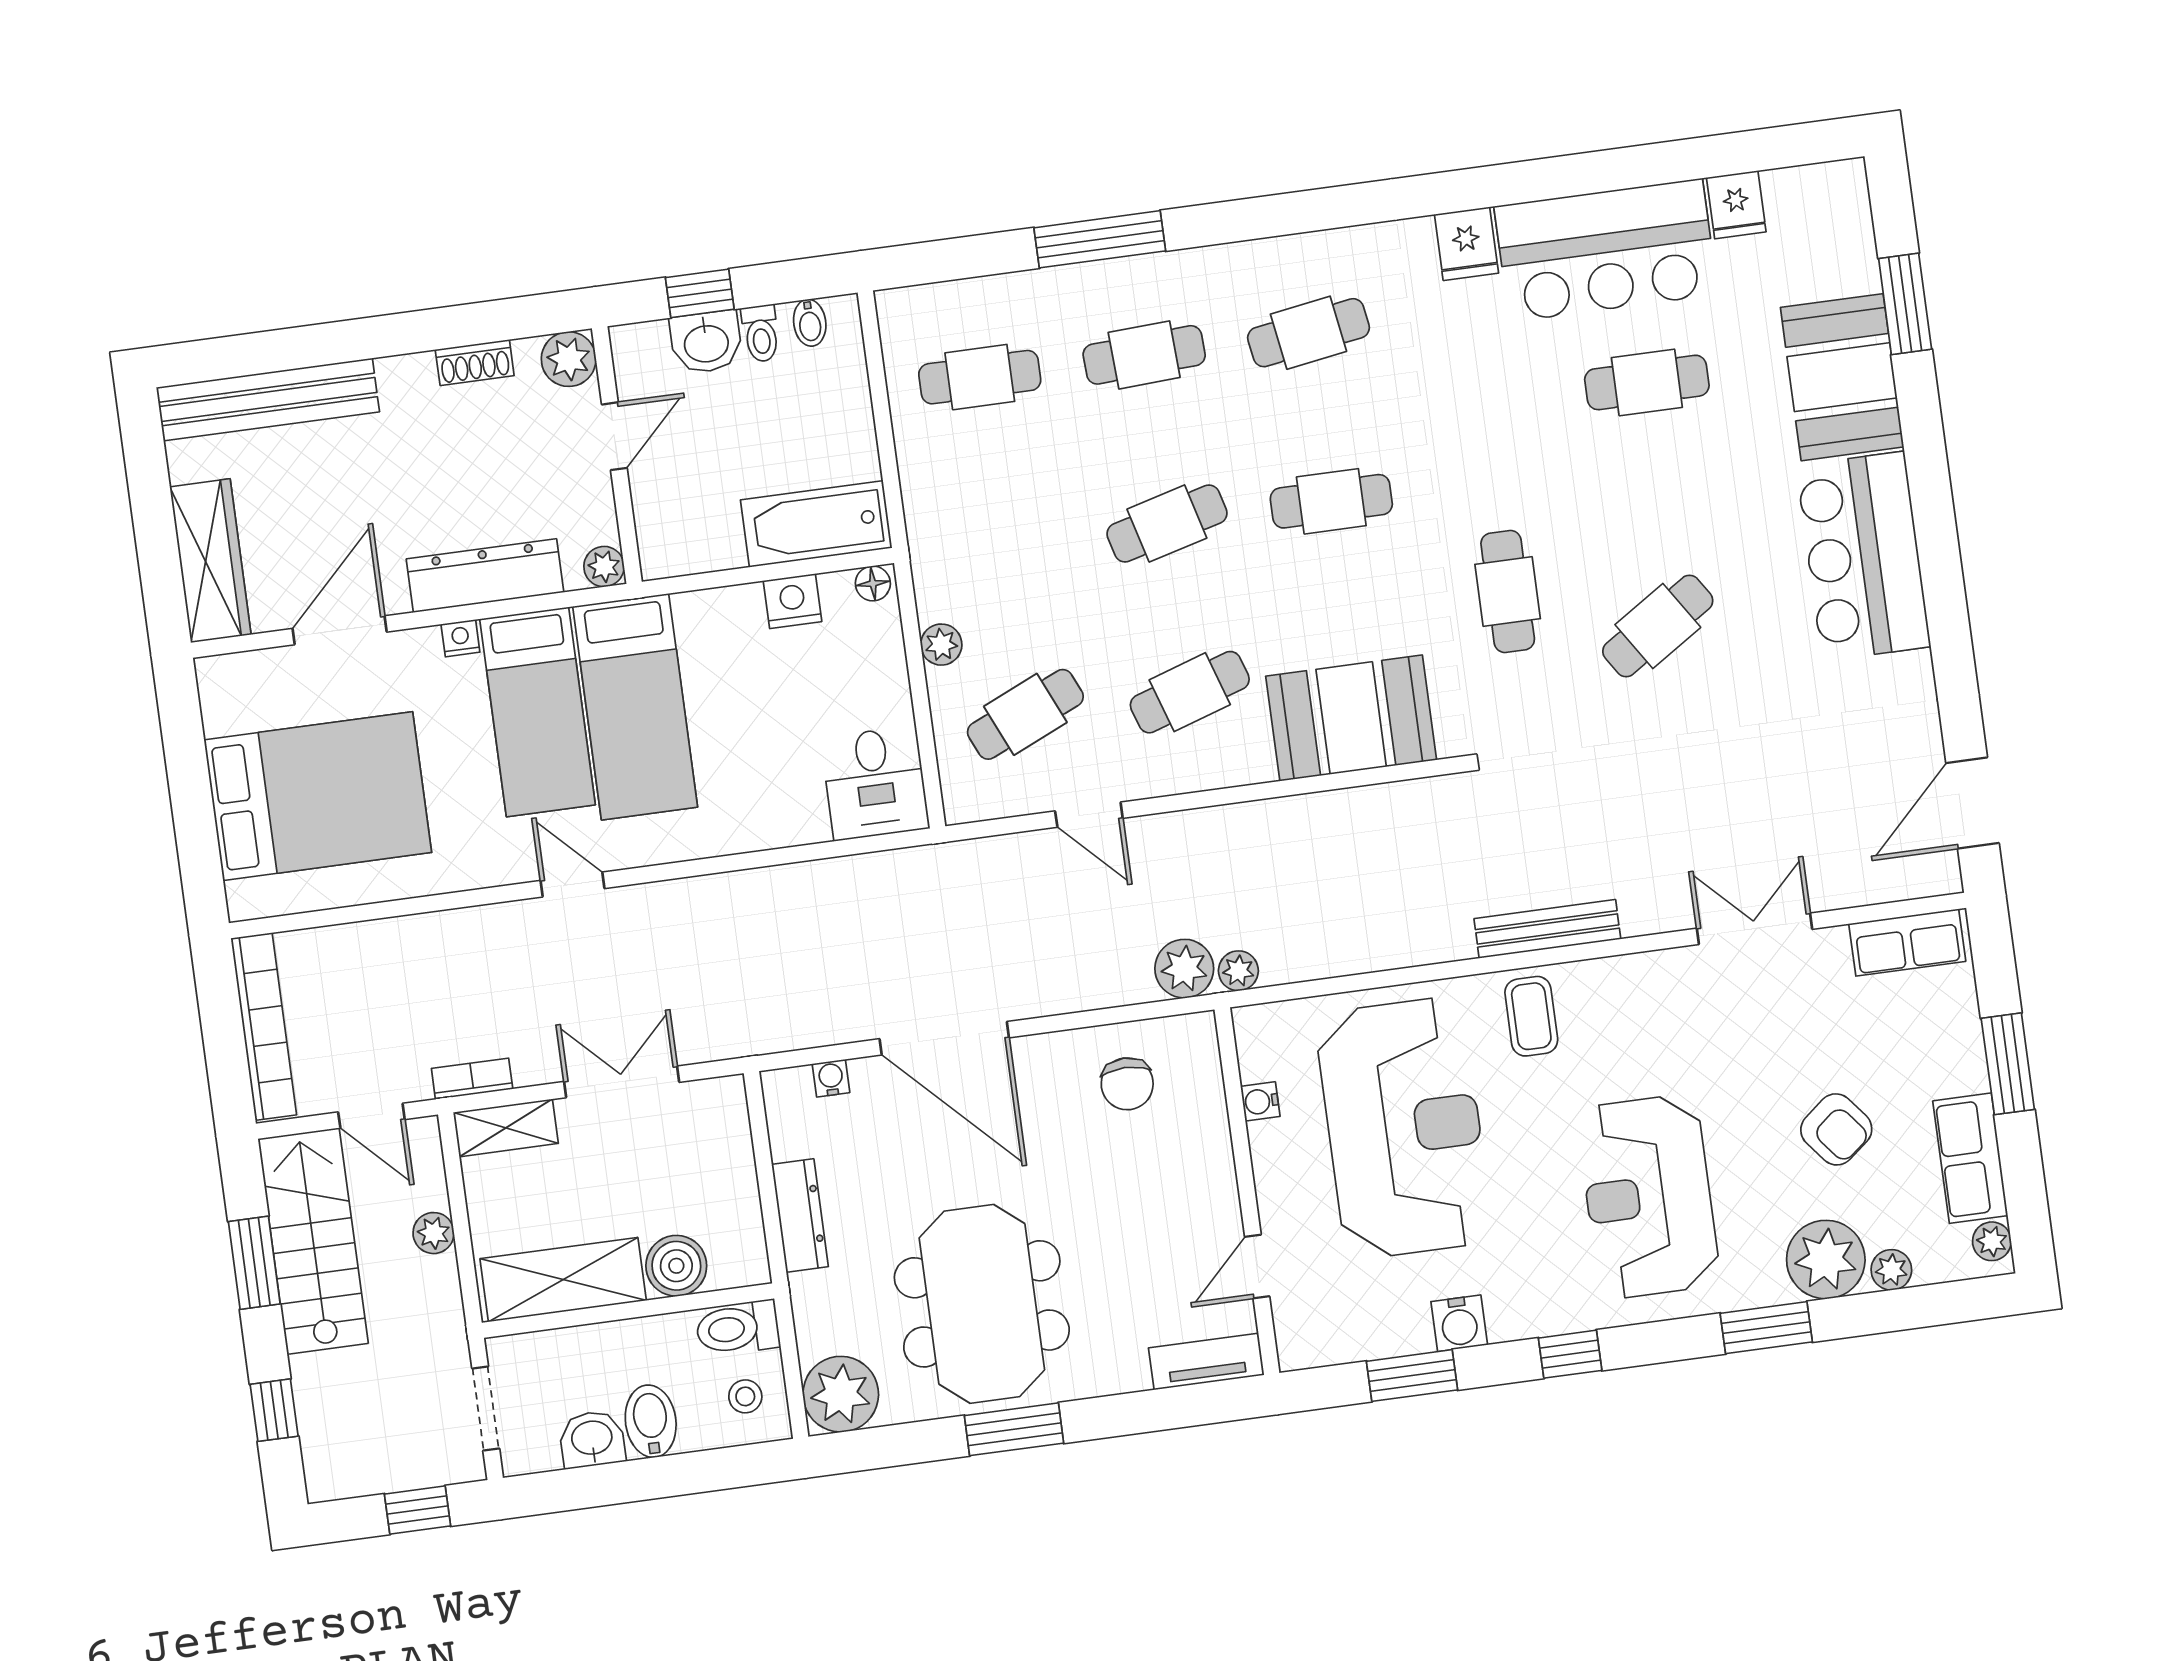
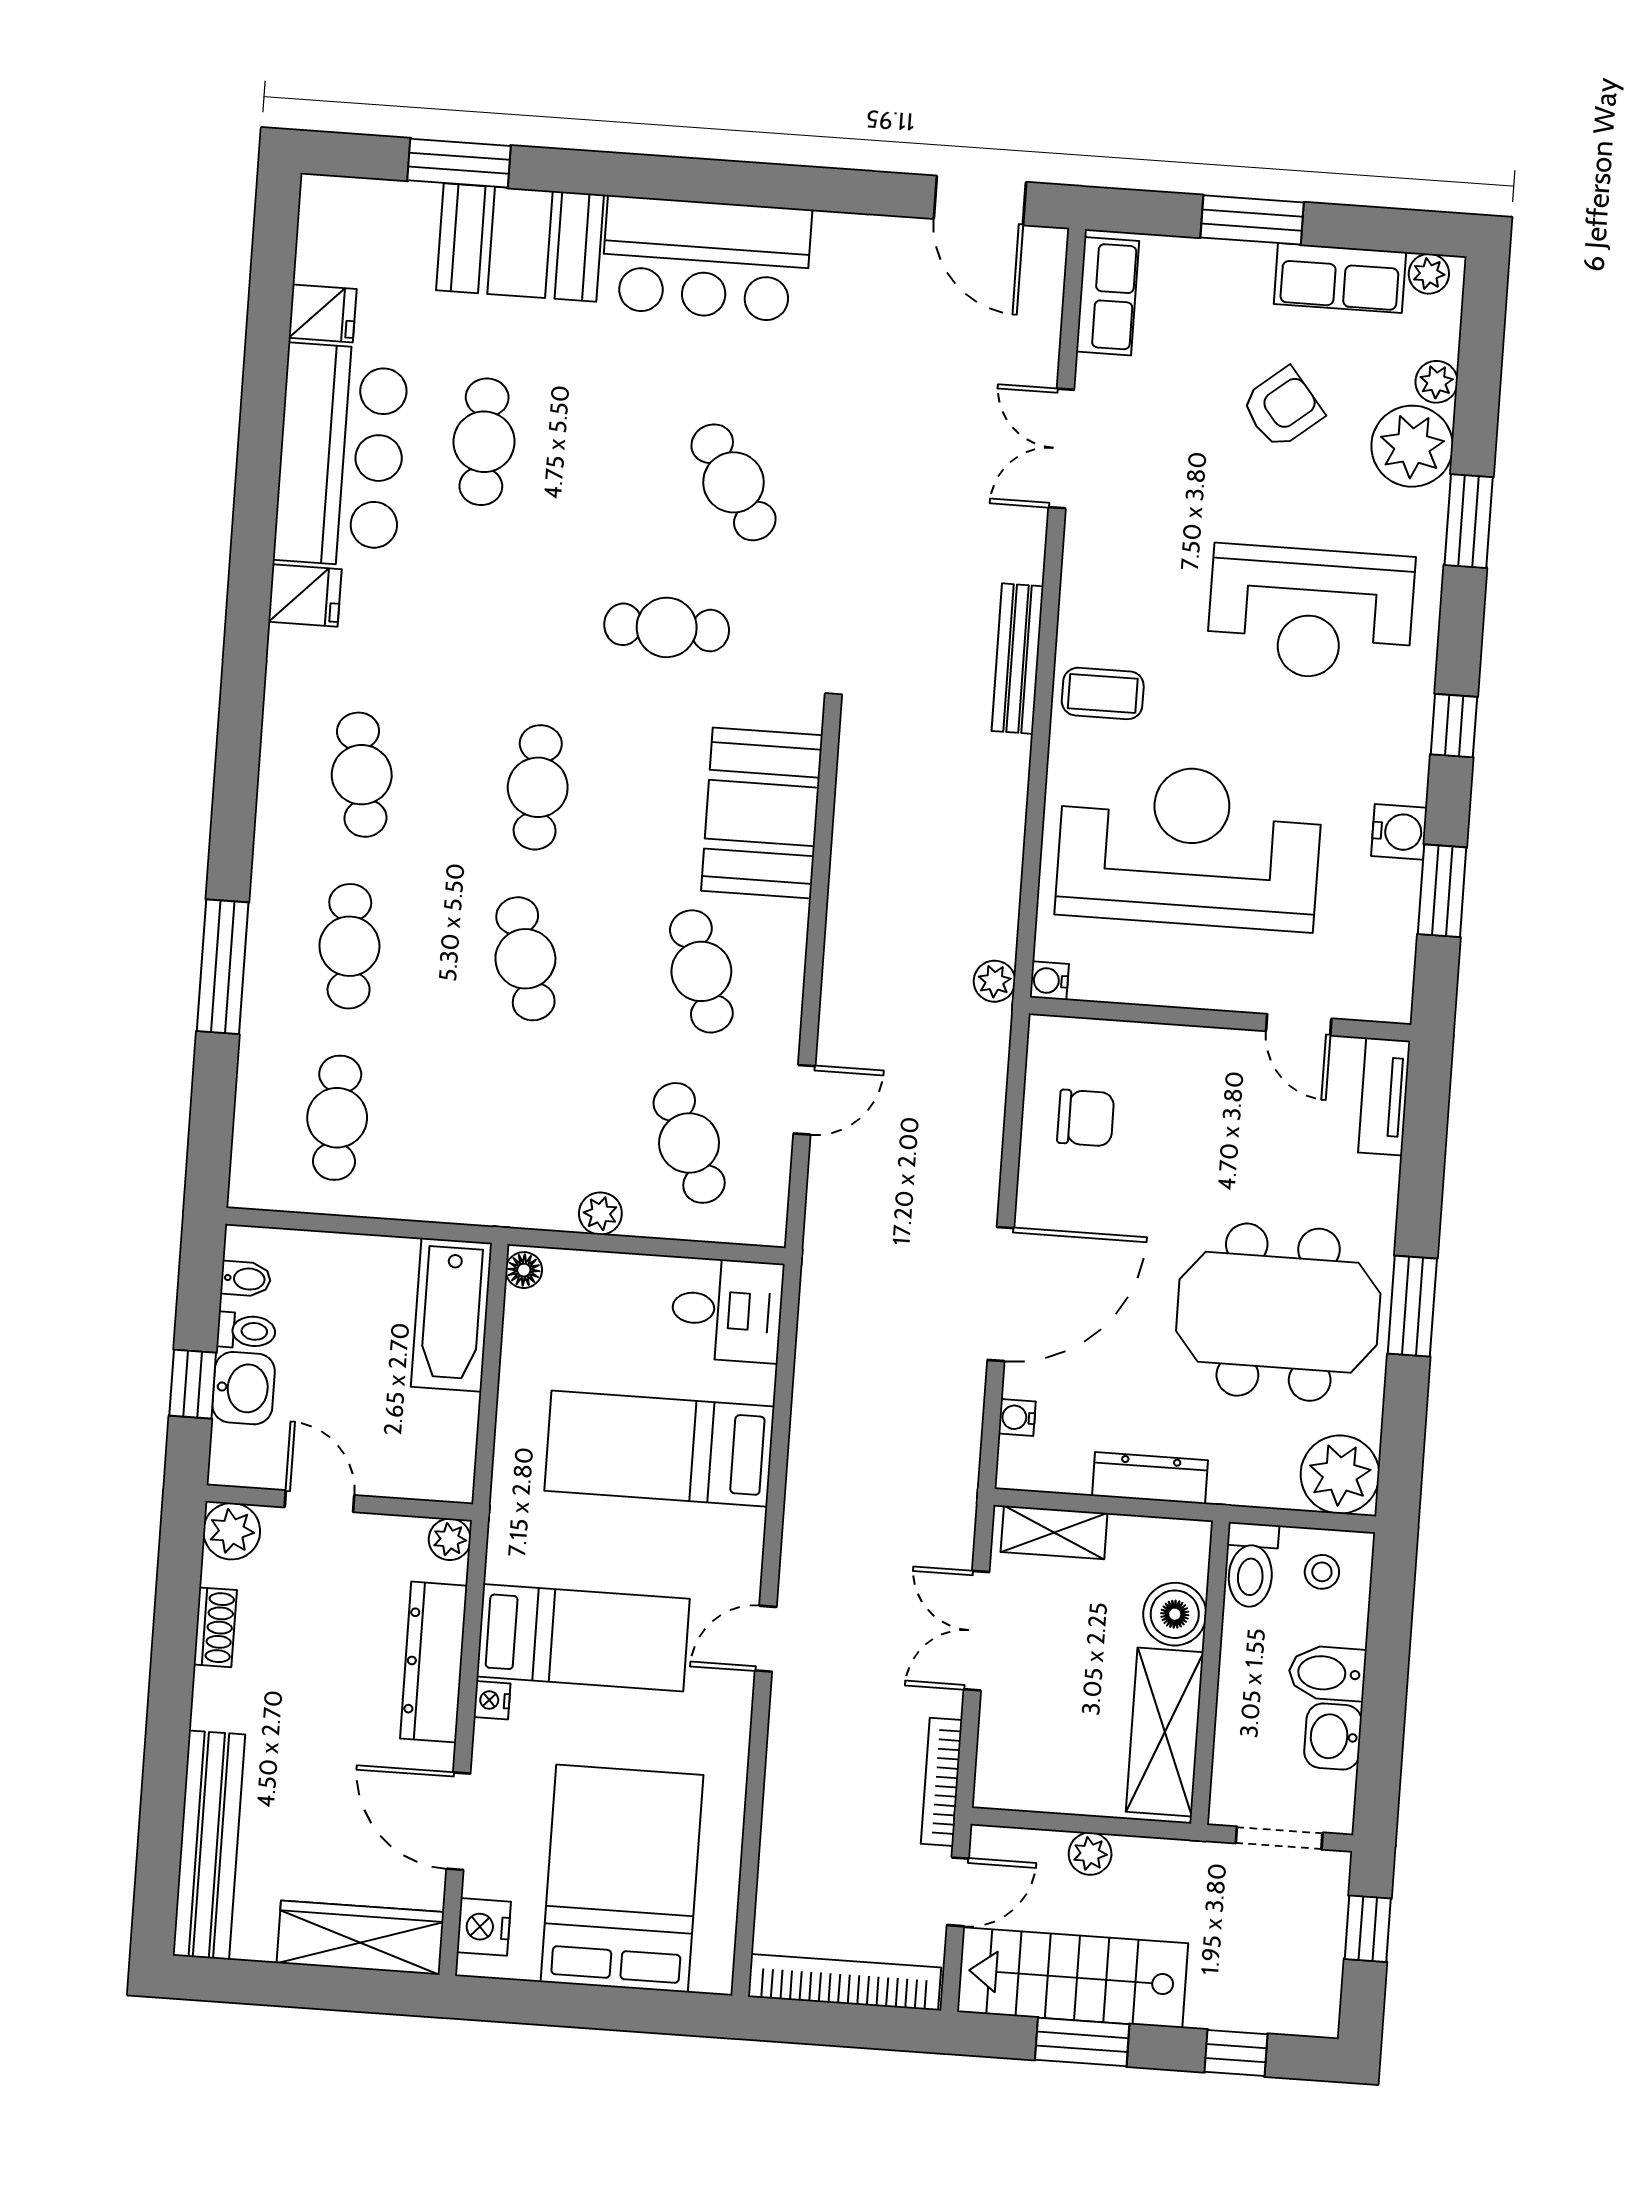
nightstand: (792, 601) -> (484, 1927), moved
bed: (635, 707) -> (659, 1449), moved, turned 180
plant: (1184, 969) -> (981, 1036), removed
bookcase: (472, 1079) -> (942, 1782), width x1.56
water cooler: (1260, 1101) -> (1049, 981), moved, turned 90
shelving: (506, 1128) -> (1054, 1533), moved, turned 90

